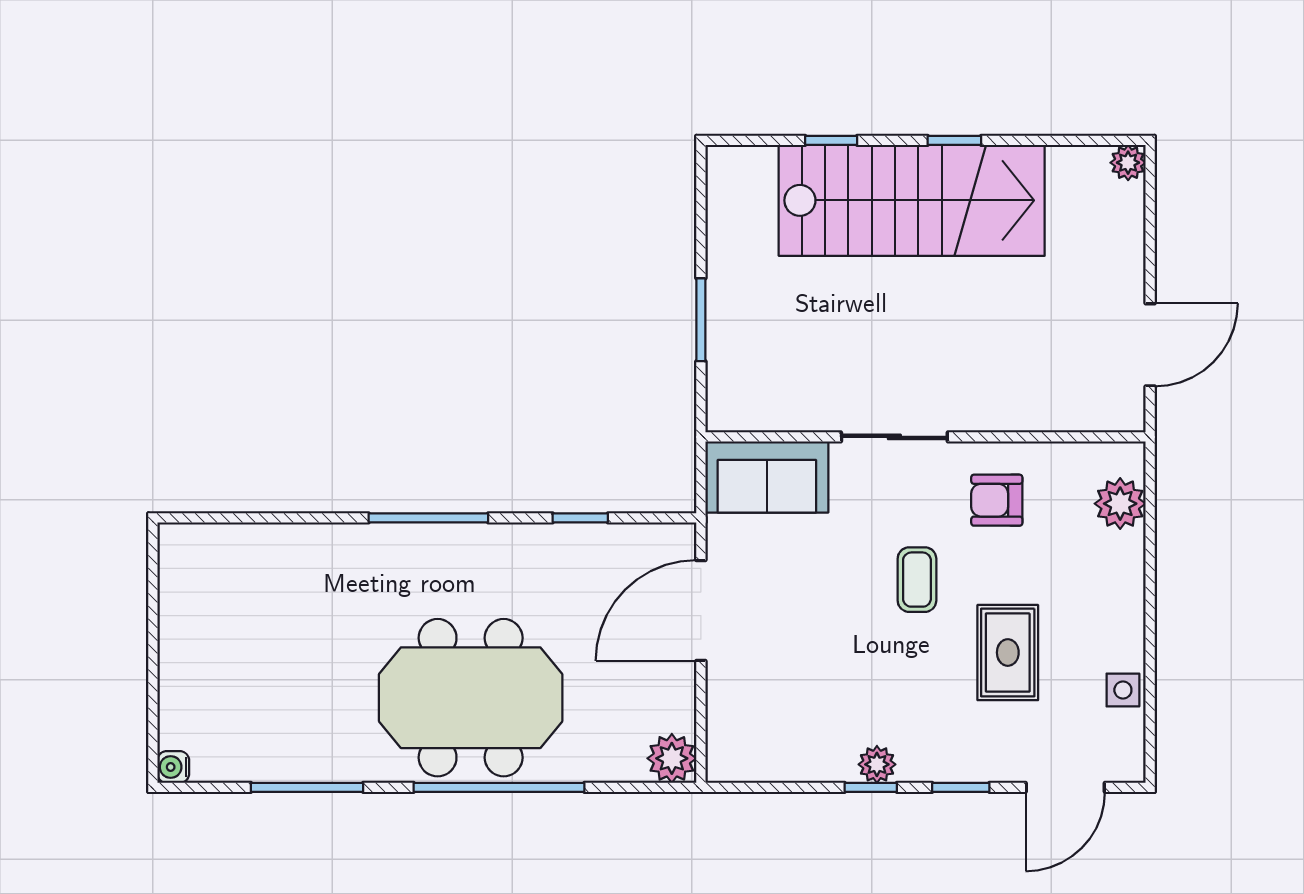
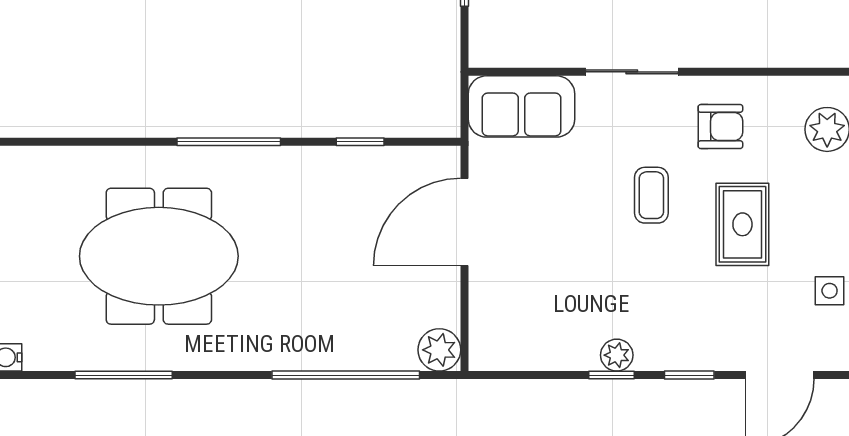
armchair: (997, 500) -> (720, 127), turned 180
rug: (1008, 653) -> (742, 224), moved
meeting table: (471, 698) -> (159, 256), moved
window: (499, 787) -> (346, 375), moved

